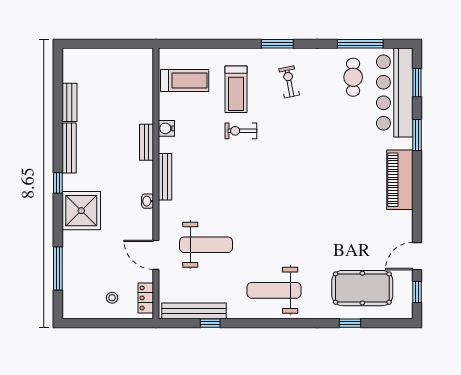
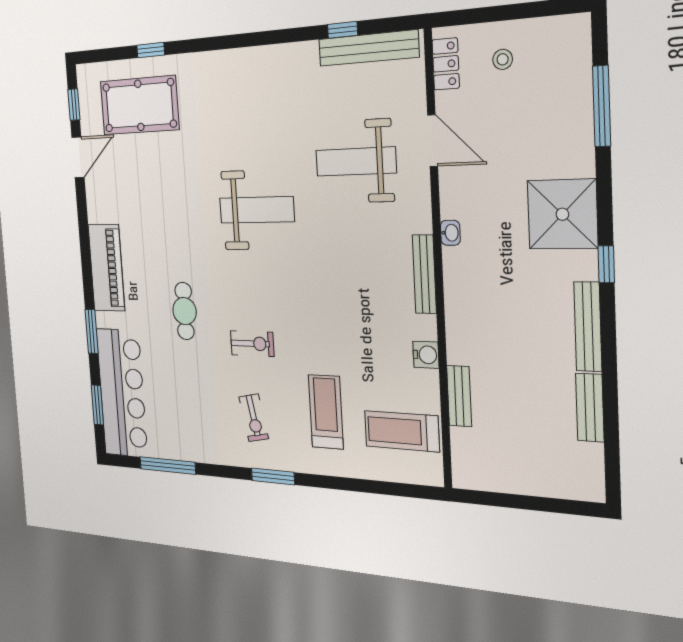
cafe table: (353, 77) -> (185, 311), moved
exercise bike: (241, 131) -> (252, 344), moved
bench: (147, 142) -> (459, 396), moved
weight bench: (274, 290) -> (257, 210), moved

